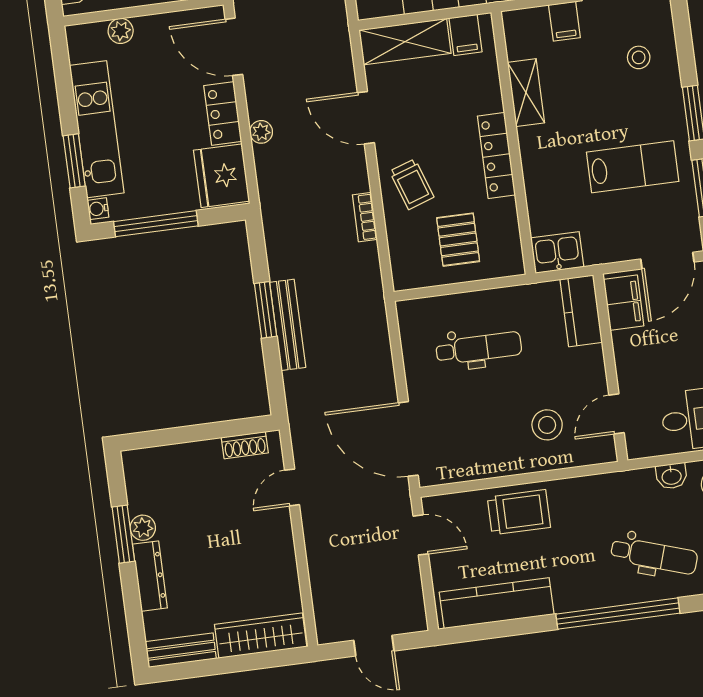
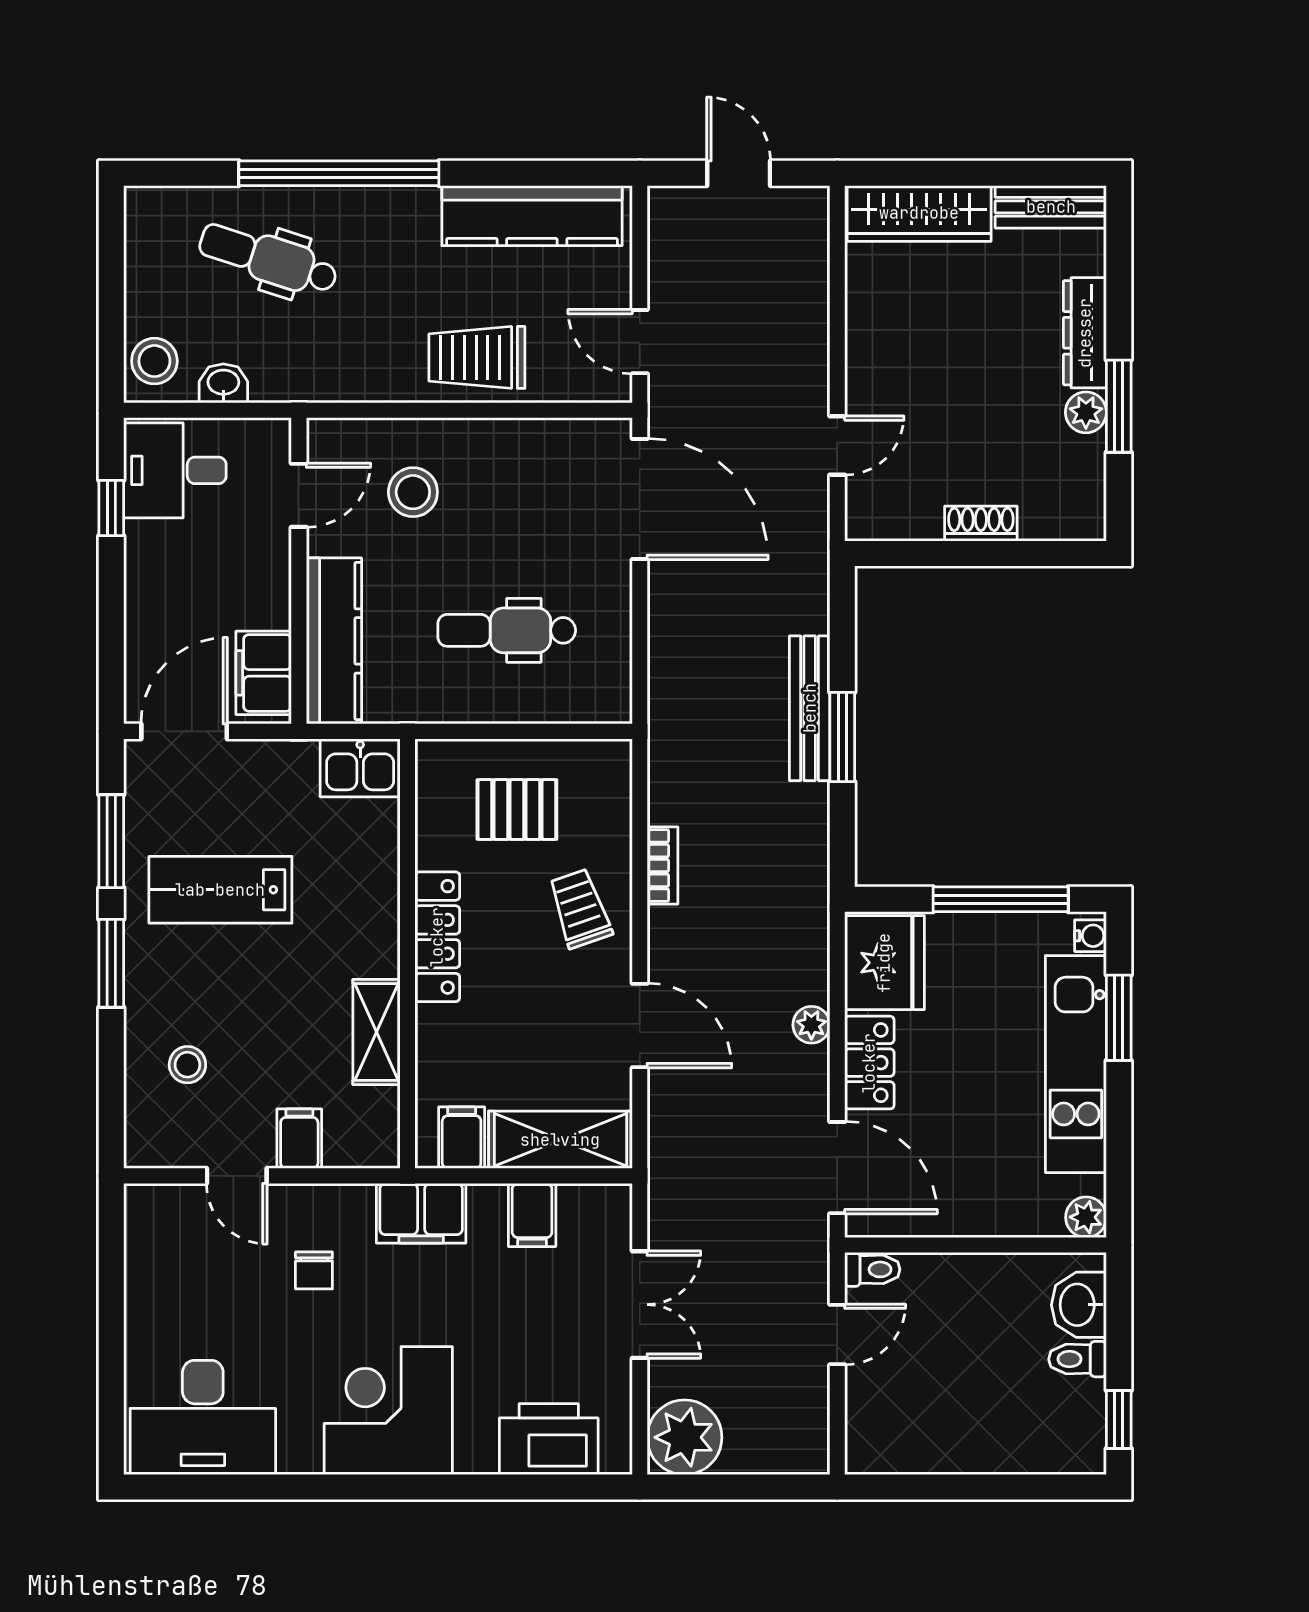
plant: (121, 31) -> (1086, 1217), moved
pallet: (458, 240) -> (517, 810), turned 90
kitchen counter: (581, 311) -> (334, 641), width x1.50
shoe rack: (245, 445) -> (981, 524), moved

